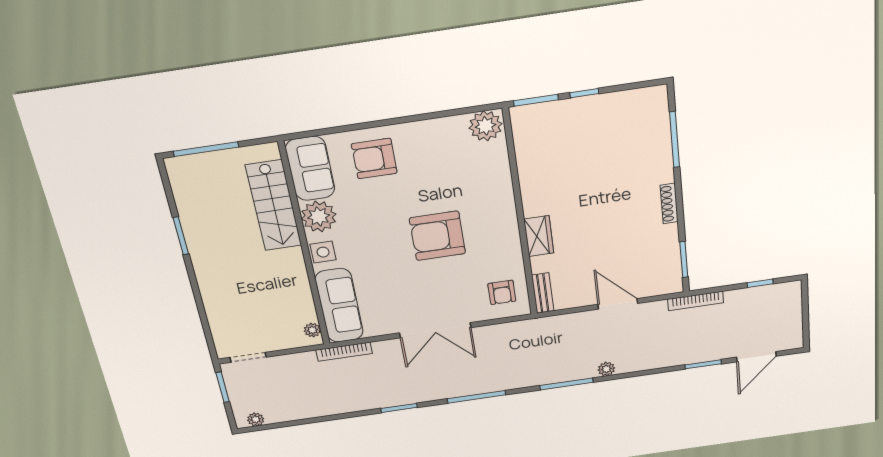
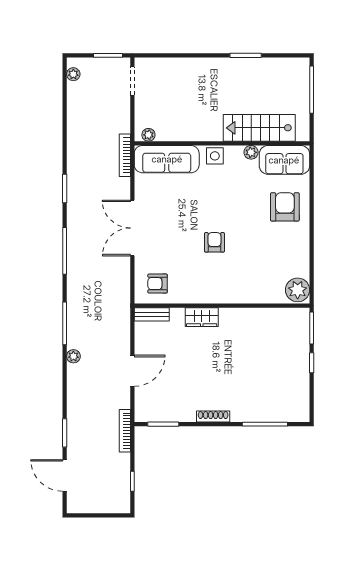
plant: (319, 216) -> (251, 152), width x0.53, depth x0.53
armchair: (437, 236) -> (214, 242), width x0.53, depth x0.53

